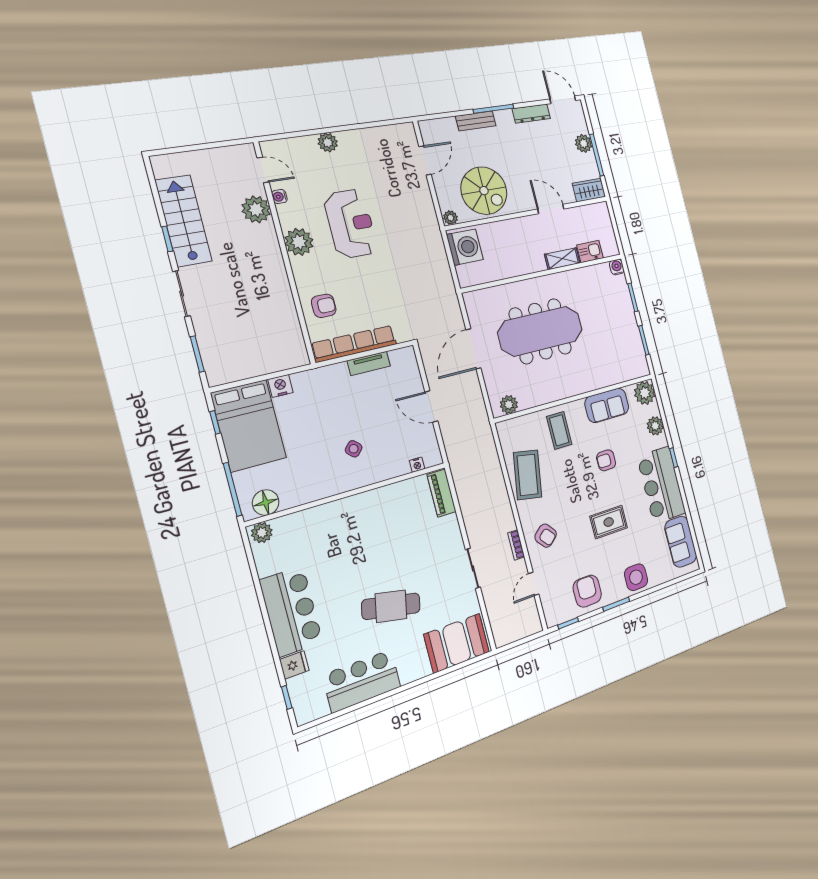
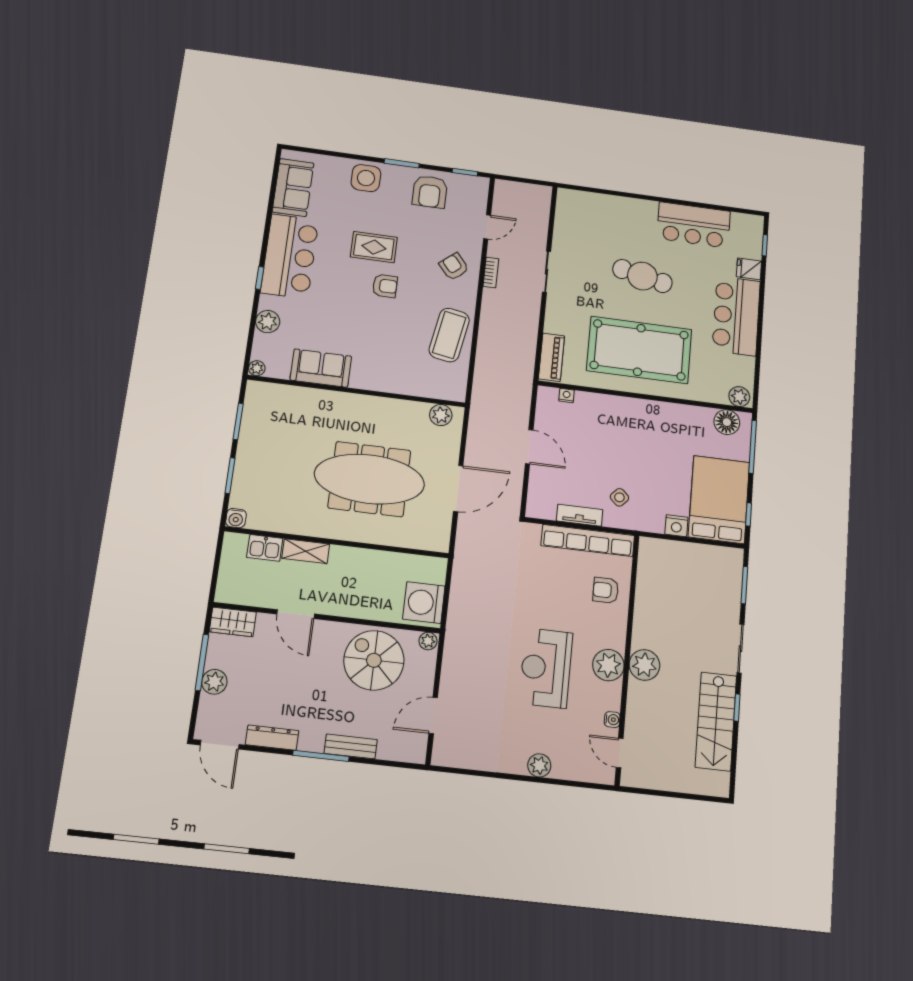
plant: (256, 209) -> (644, 665), moved
plant: (645, 393) -> (257, 368), width x0.53, depth x0.53
coffee table: (559, 430) -> (392, 365), removed
side table: (354, 449) -> (619, 497), moved
armchair: (606, 460) -> (385, 286), moved
pool table: (370, 535) -> (639, 350), added
booth: (457, 643) -> (590, 212), removed

